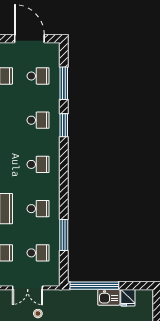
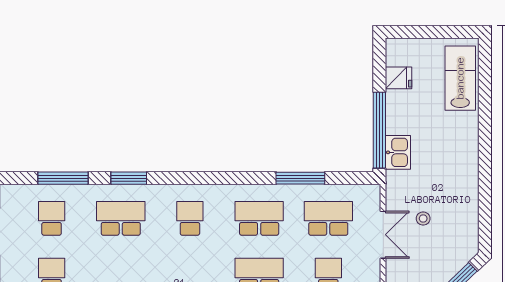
school desk: (38, 120) -> (121, 218), width x1.85
school desk: (38, 209) -> (259, 218), width x1.85
school desk: (38, 253) -> (328, 218), width x1.85
kitchen sink: (109, 297) -> (398, 152), moved

